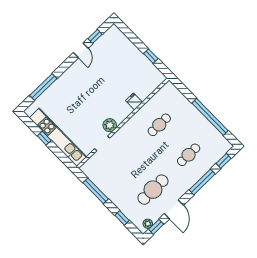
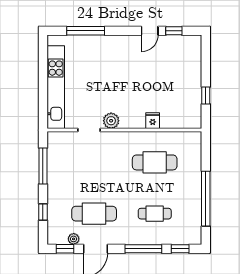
cafe table: (159, 125) -> (155, 162), width x1.37, depth x1.35
window: (44, 138) -> (43, 76), removed
plant: (148, 224) -> (74, 239), moved

